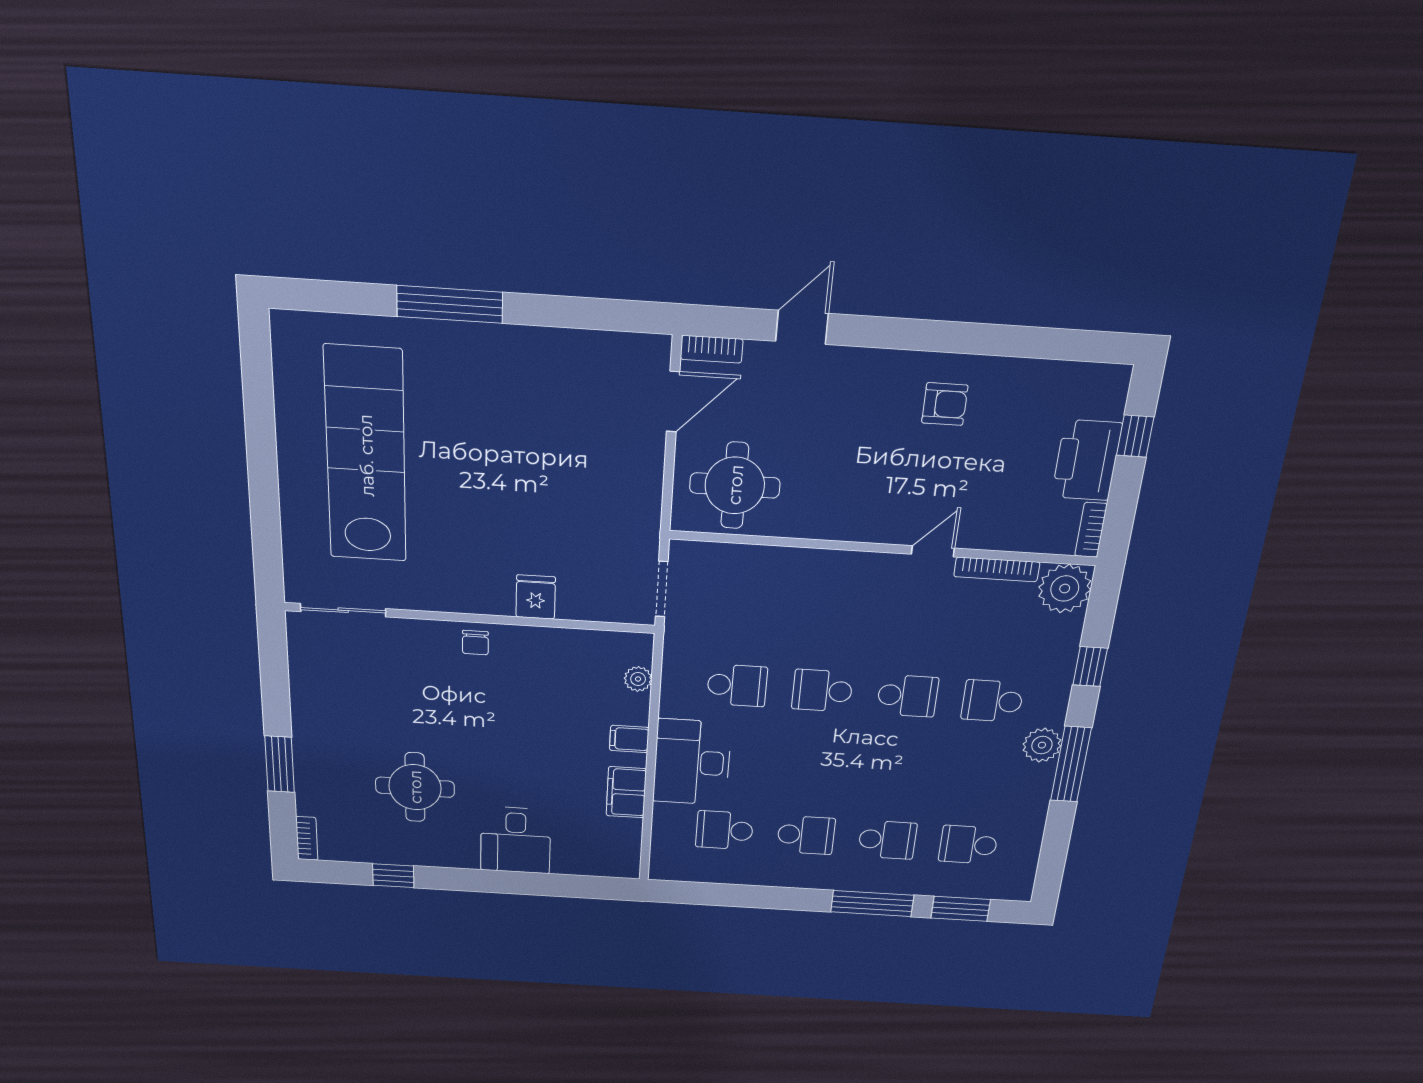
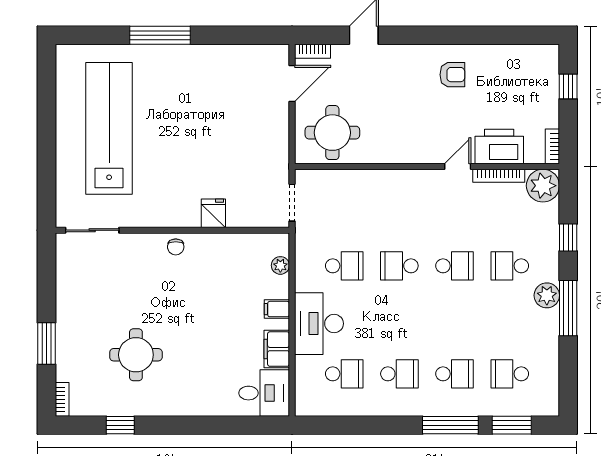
printer: (1087, 460) -> (499, 147), moved, turned 90
school desk: (724, 830) -> (344, 374), turned 180
desk: (516, 840) -> (264, 393), moved, turned -90

